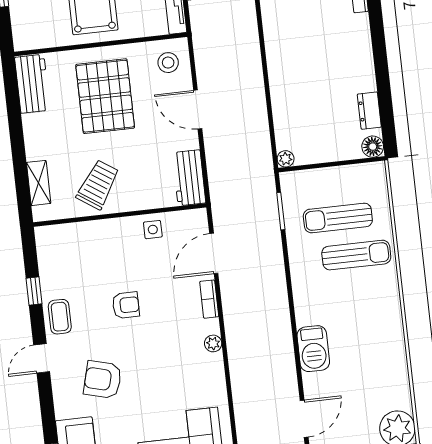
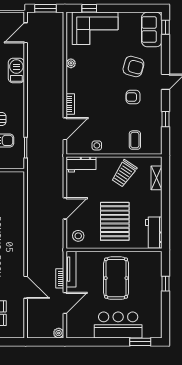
door: (198, 109) -> (65, 208), hinge flipped
plant: (286, 159) -> (20, 176), removed
workbench: (189, 178) -> (81, 164), moved, turned 90
armchair: (126, 305) -> (133, 97), moved
coffee table: (60, 317) -> (135, 140), moved
plant: (213, 343) -> (71, 63), moved

